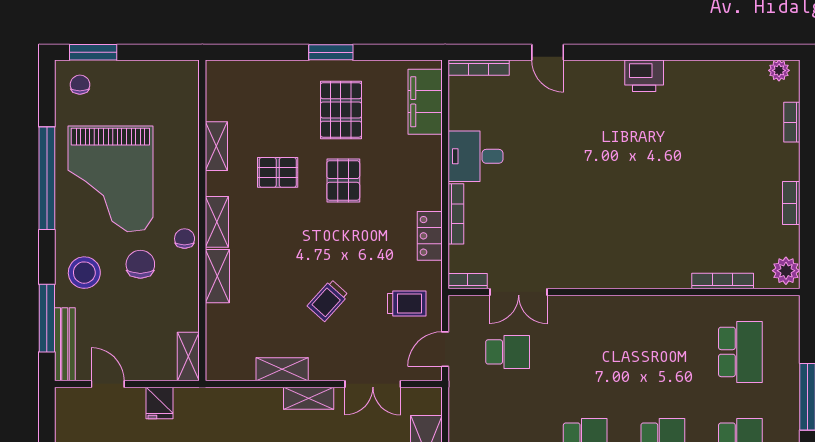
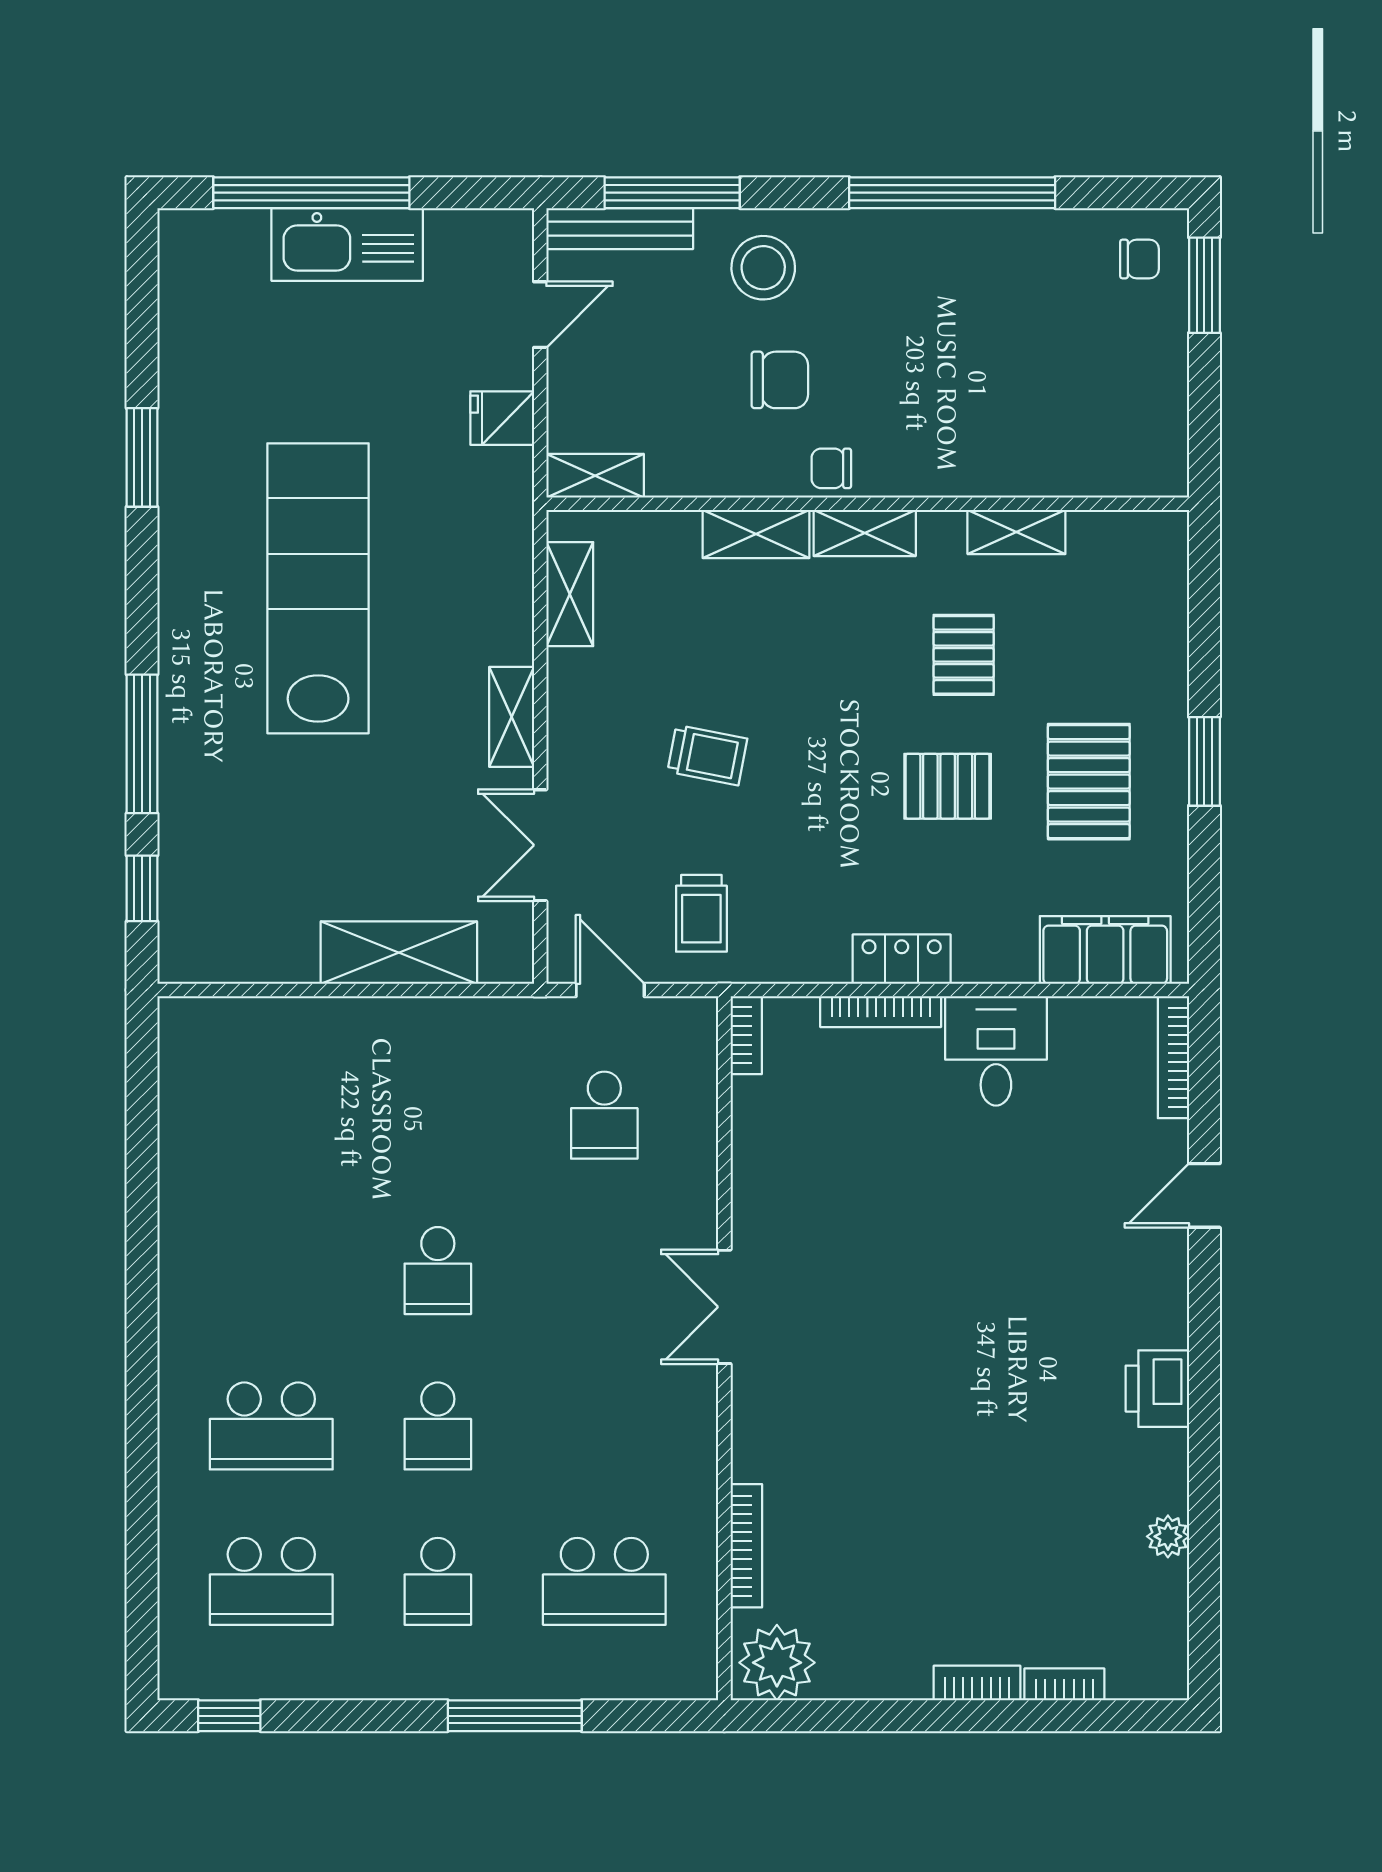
plant: (779, 70) -> (1168, 1536), moved
pallet: (341, 110) -> (1089, 782), turned 90
grand piano: (110, 179) -> (951, 320), removed
bookcase: (791, 203) -> (977, 1683), moved
locker: (430, 236) -> (902, 959), moved
chair: (185, 239) -> (831, 468), turned 180
plant: (786, 271) -> (777, 1663), width x1.36, depth x1.36
double door: (519, 292) -> (724, 1307), moved
trolley: (328, 300) -> (707, 755), turned 149
shelving: (282, 369) -> (570, 594), moved

